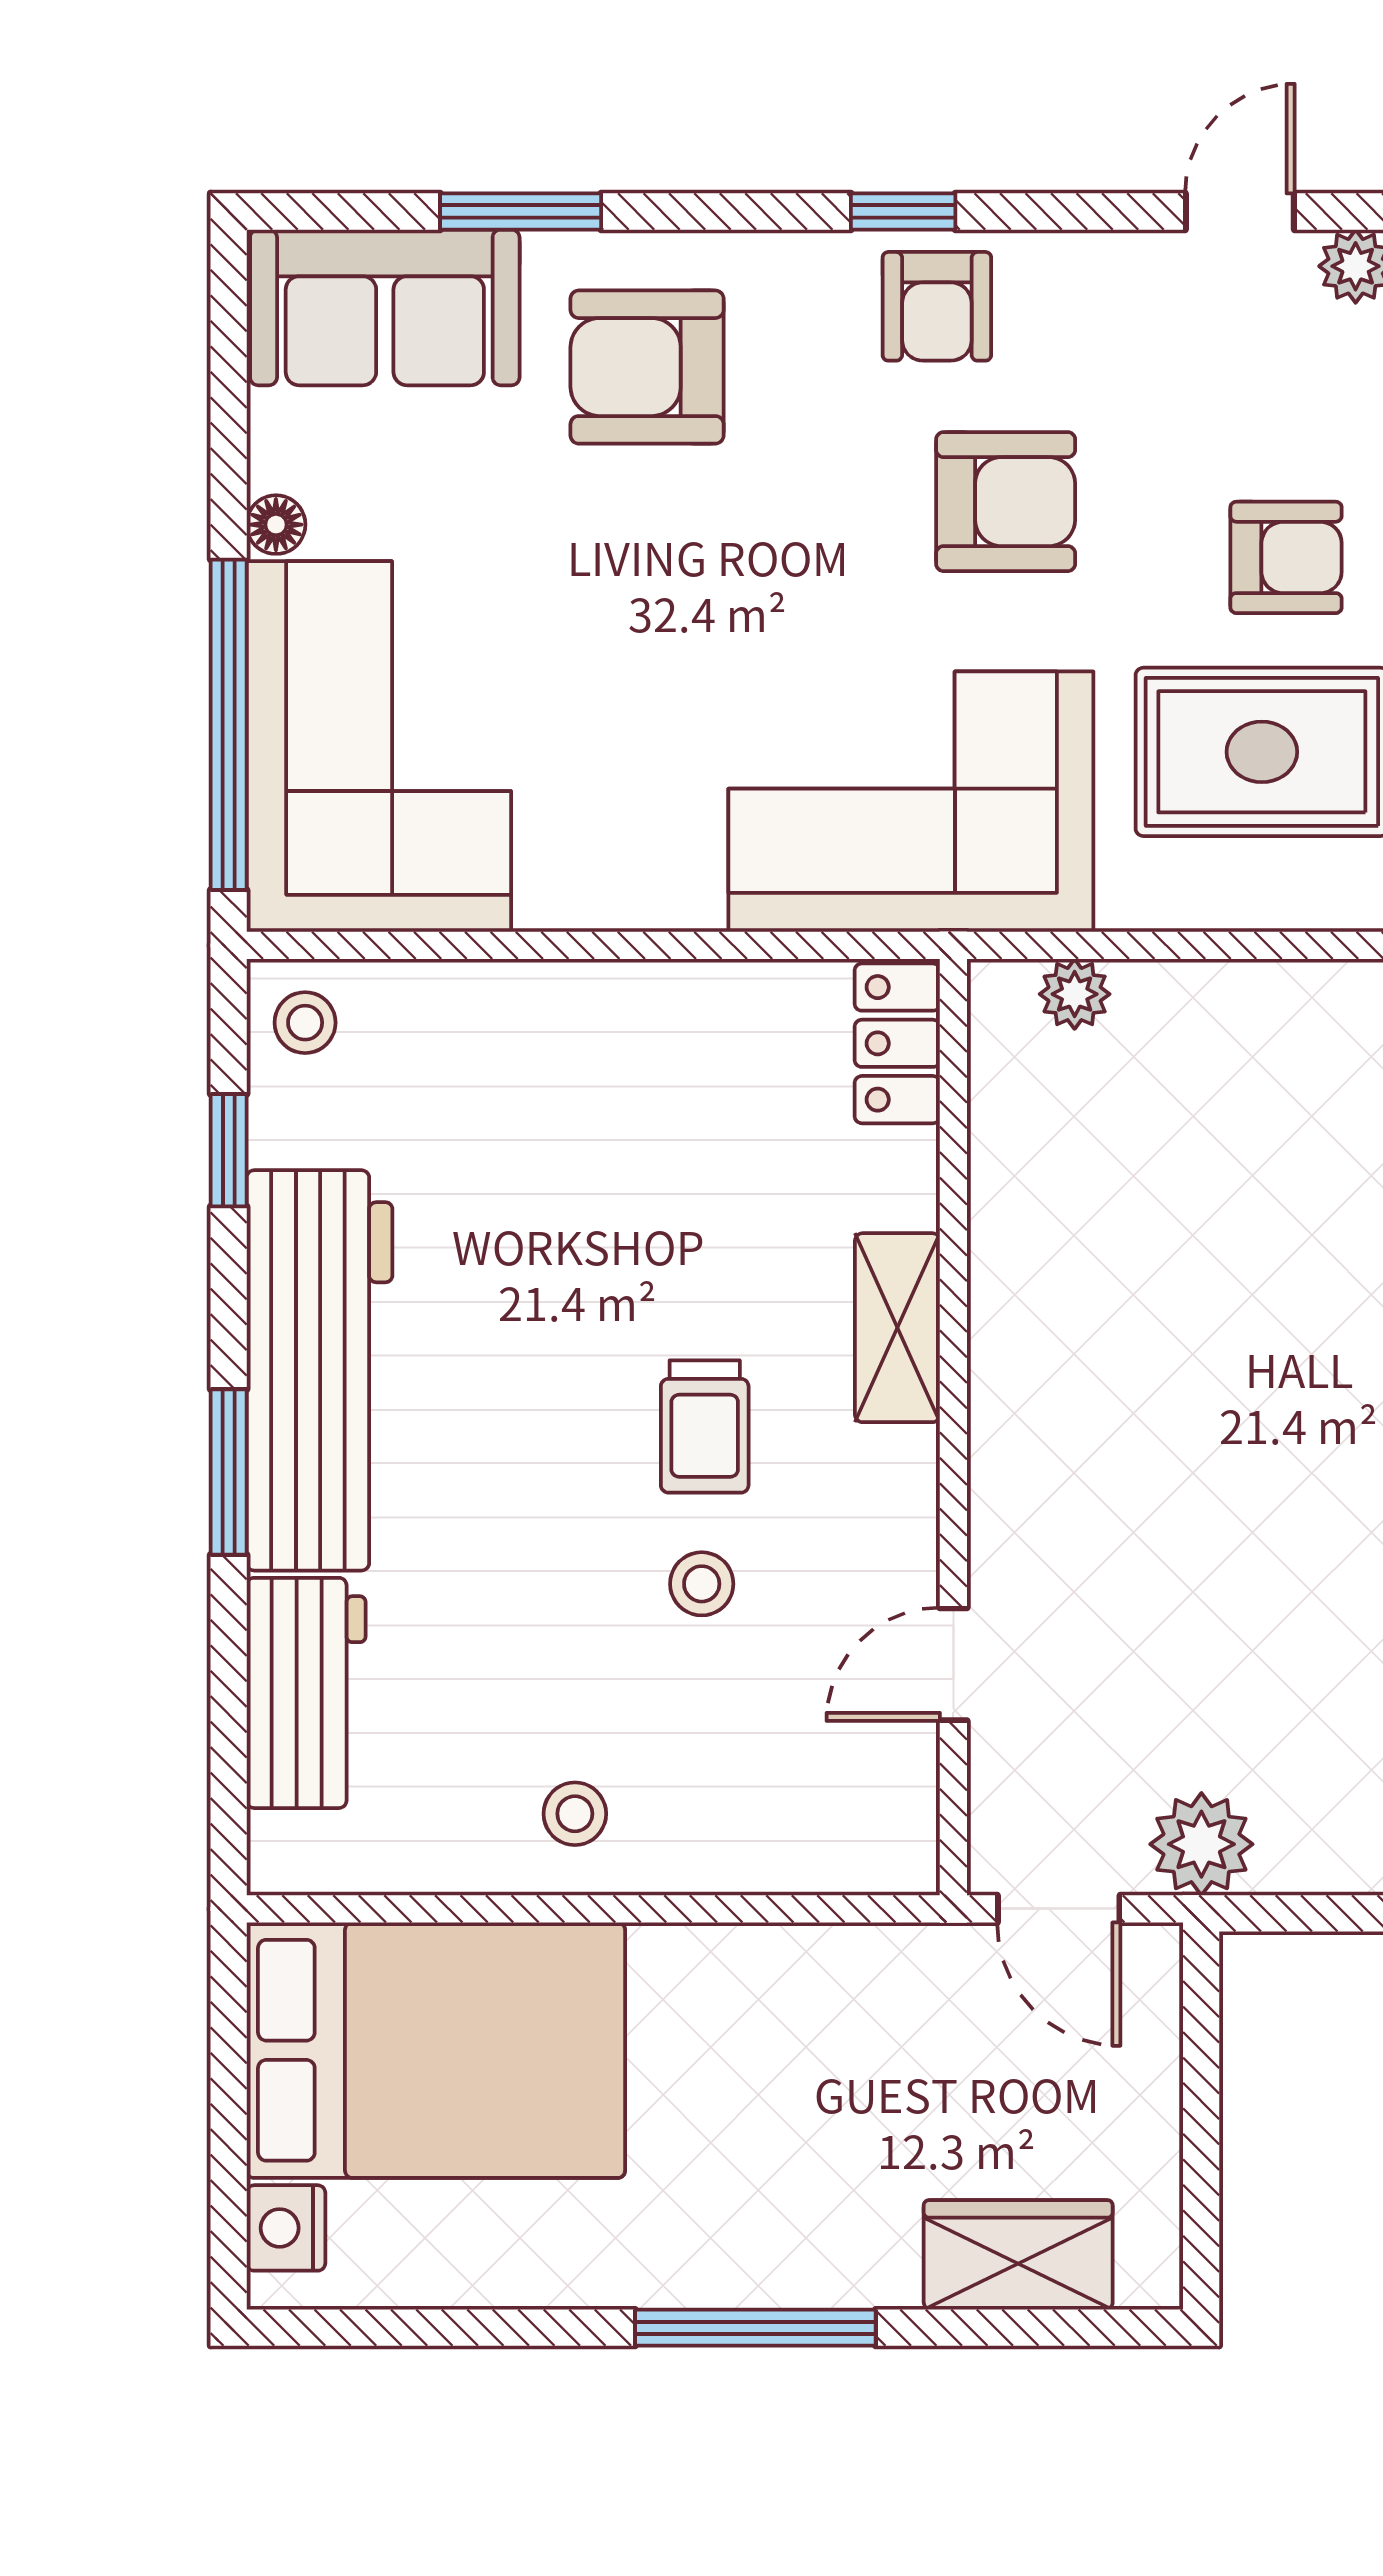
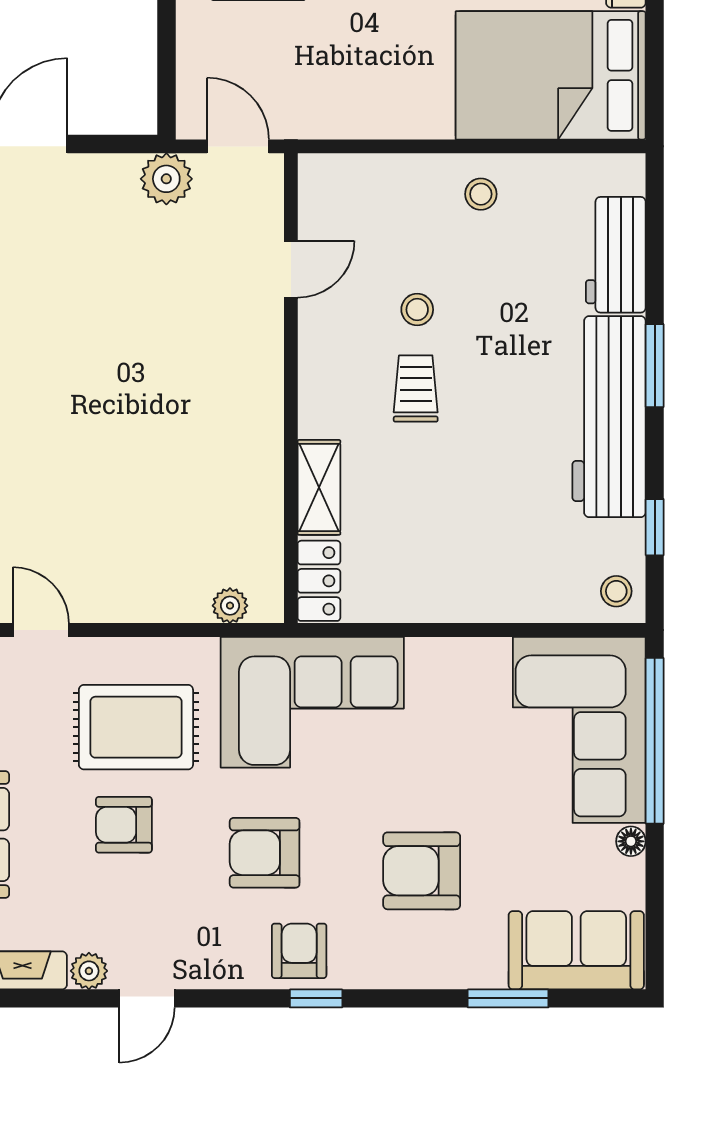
armchair: (647, 367) -> (422, 871), moved, turned 180
shelving: (897, 1328) -> (319, 487), moved

